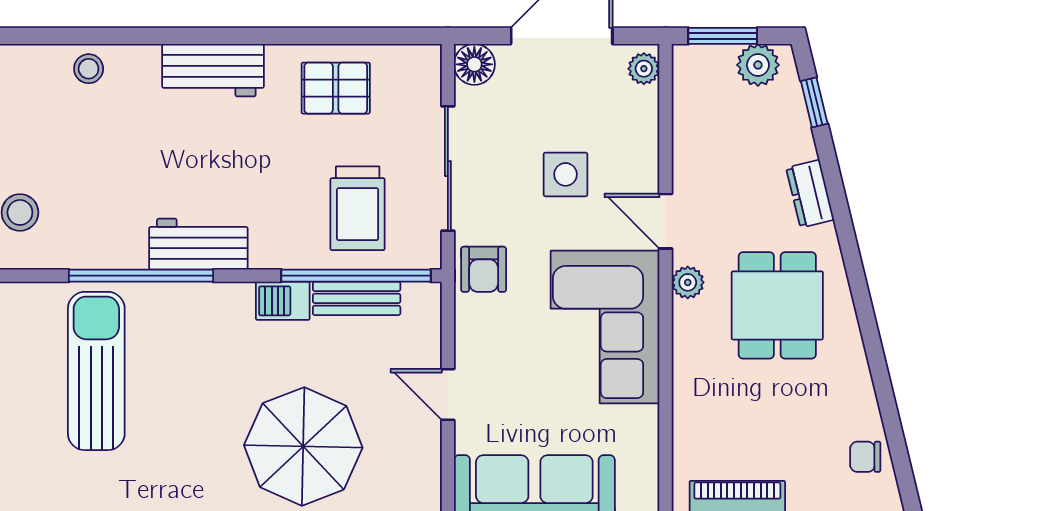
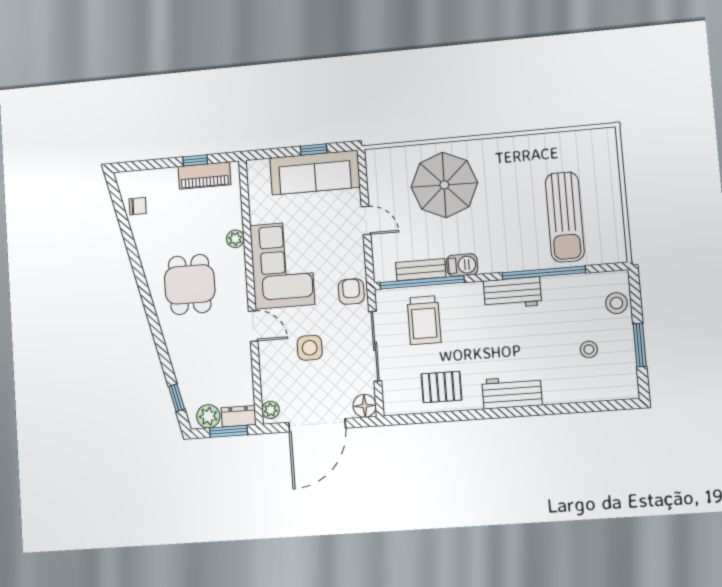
stool: (89, 69) -> (589, 349), moved
dresser: (810, 194) -> (239, 416), moved, turned -76
trolley: (358, 208) -> (424, 320), turned 180
plant: (688, 282) -> (235, 239), moved

